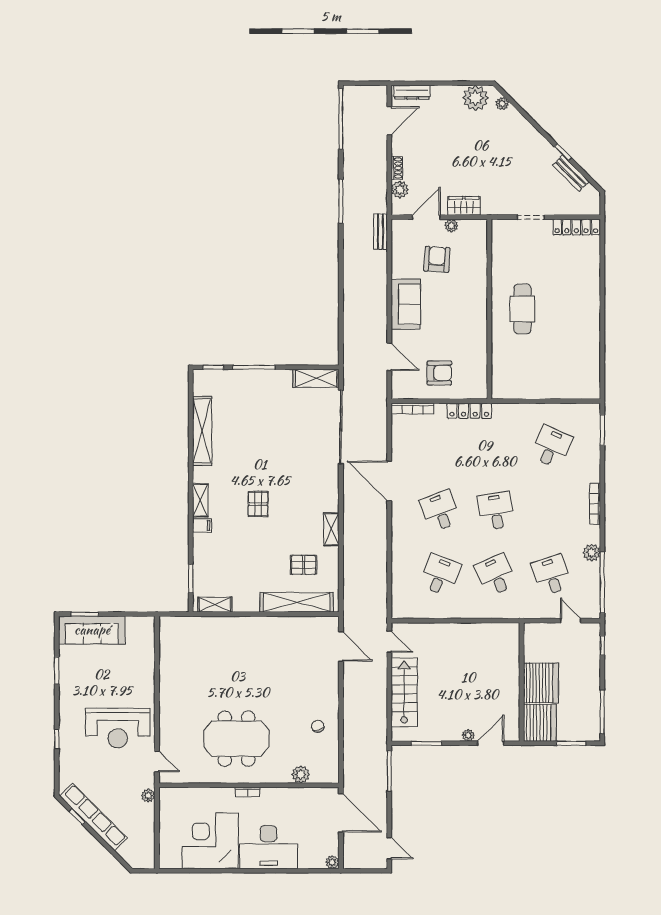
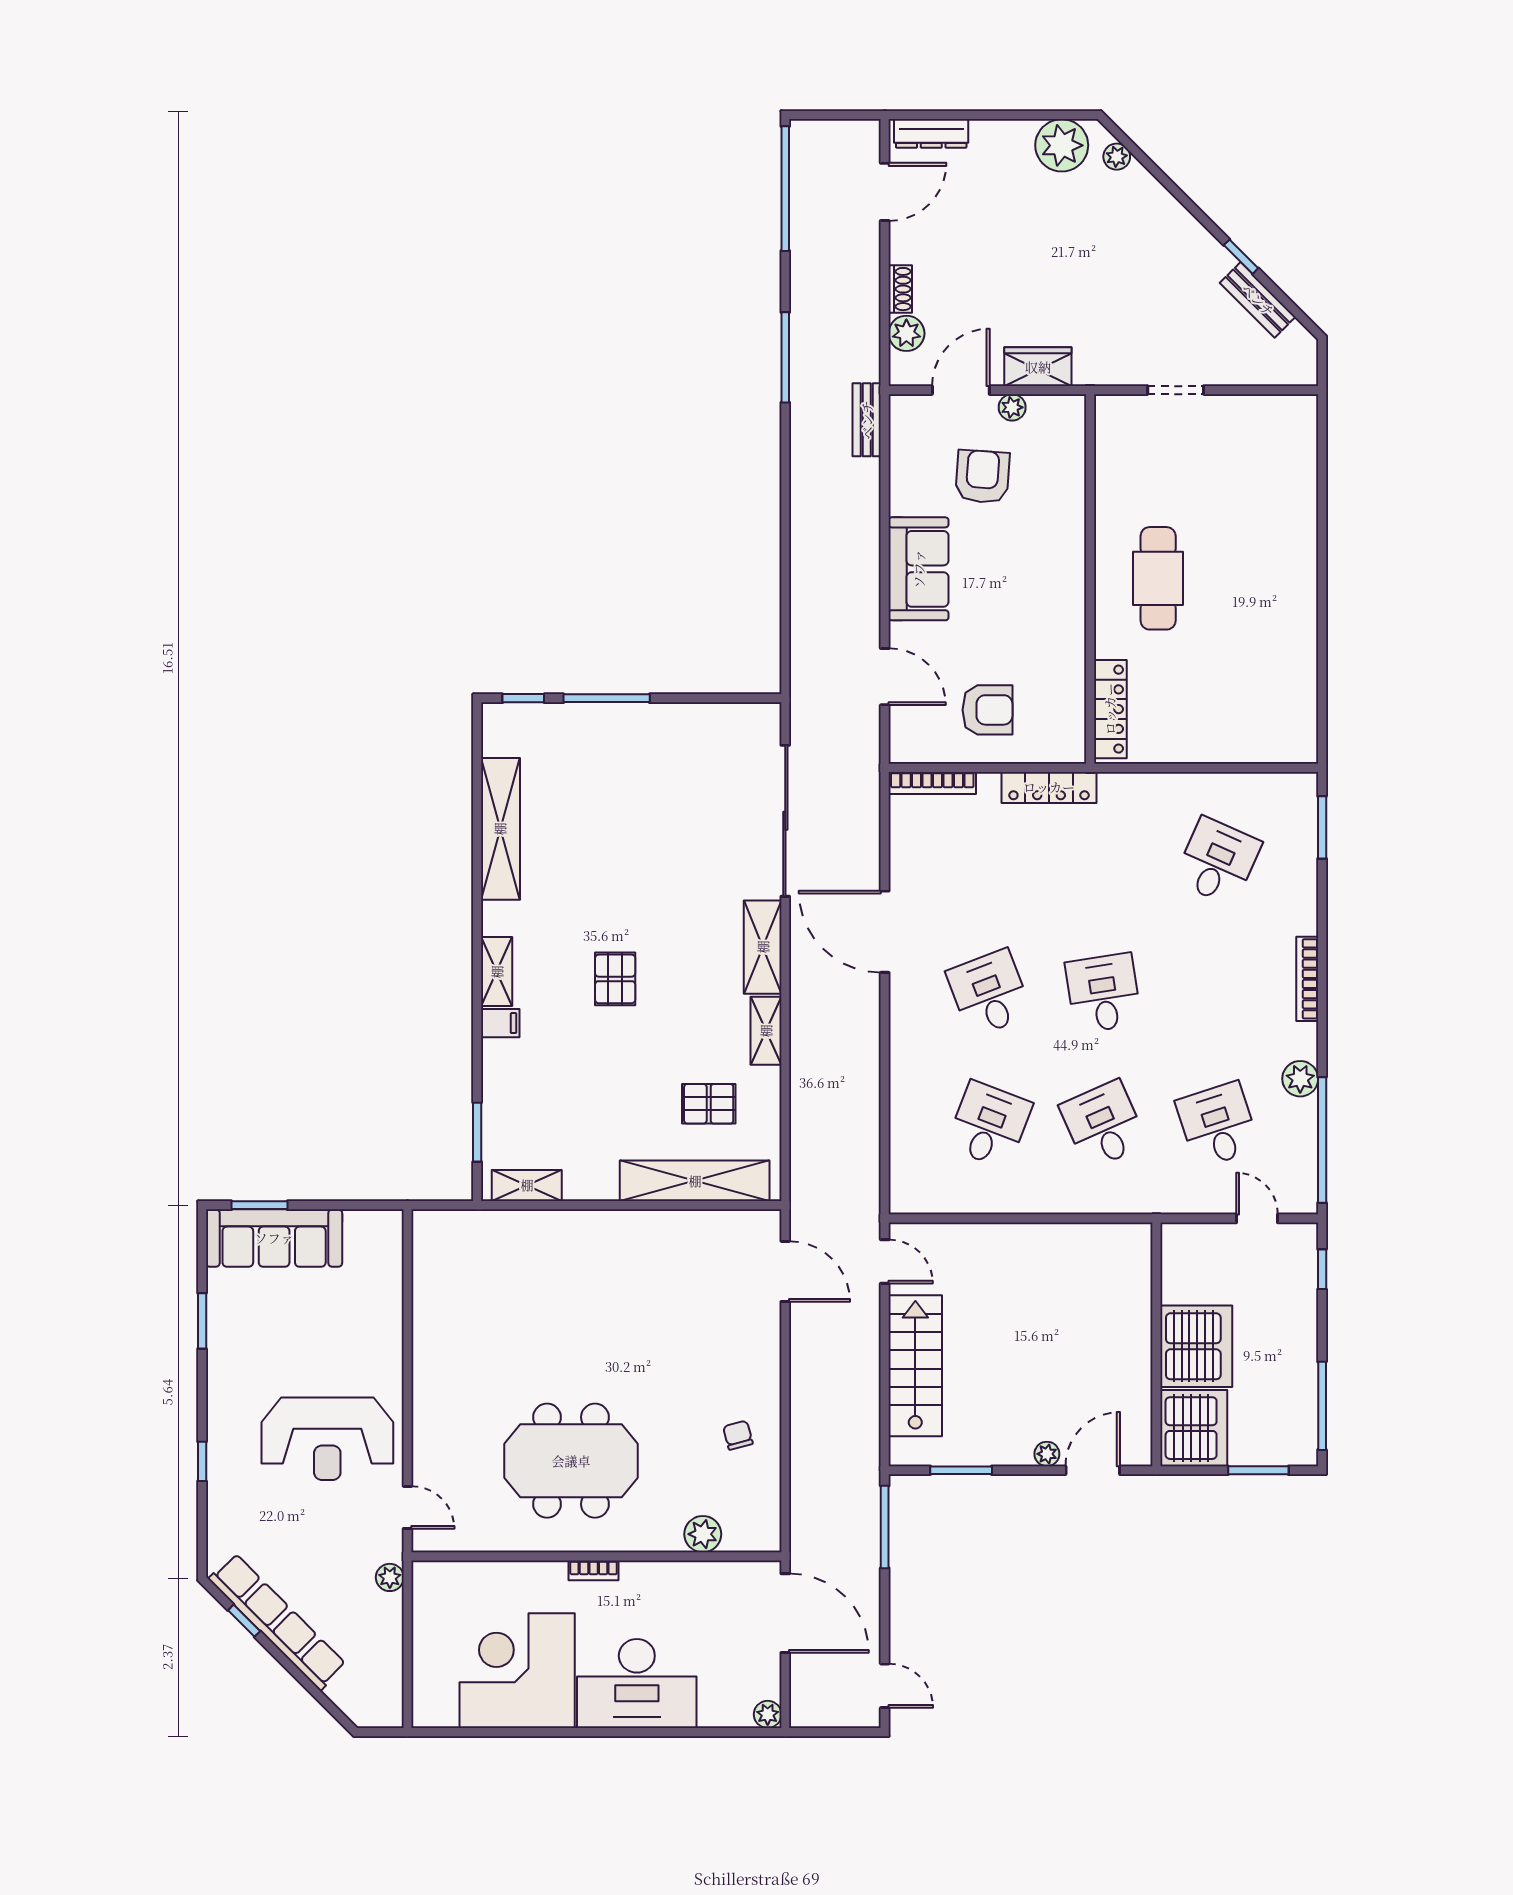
locker: (576, 227) -> (1110, 709), moved, turned -90
shelving: (316, 378) -> (763, 947), moved, turned 90

